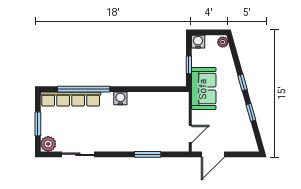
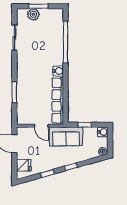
row of seats: (71, 99) -> (58, 100), moved
door: (190, 134) -> (41, 126), moved
fridge: (241, 142) -> (24, 165), added
plant: (48, 144) -> (33, 14), moved

